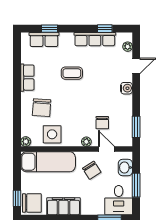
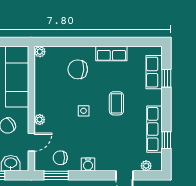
water cooler: (126, 88) -> (88, 165), moved
chair: (102, 123) -> (60, 158), moved
side table: (52, 134) -> (84, 111), moved, width x0.54, depth x0.54

